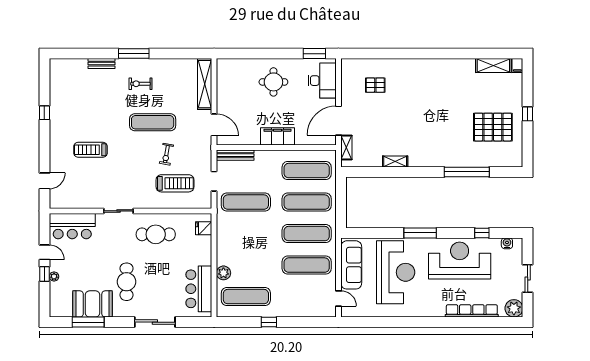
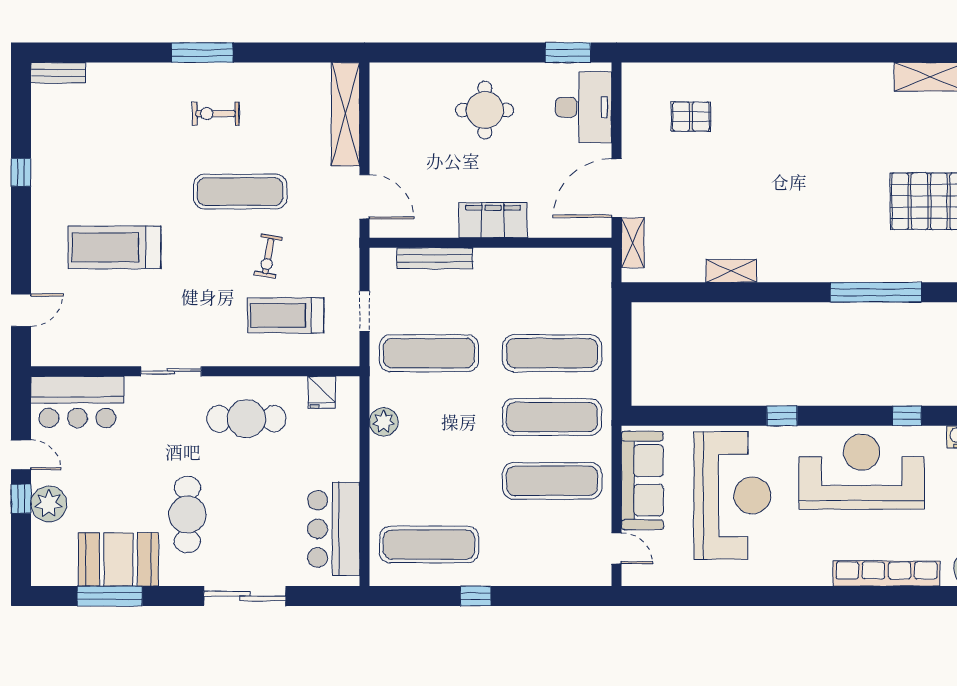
bench: (102, 64) -> (58, 73), moved
treadmill: (91, 150) -> (114, 247), width x1.37, depth x1.38
bench: (235, 155) -> (435, 258), moved
exercise mat: (307, 171) -> (552, 289), removed
treadmill: (175, 183) -> (285, 315), turned 180
fridge: (204, 228) -> (322, 392), moved, turned -90
window: (420, 233) -> (782, 416), width x0.46
plant: (223, 273) -> (384, 422), moved
plant: (54, 276) -> (49, 504), width x1.88, depth x1.88

